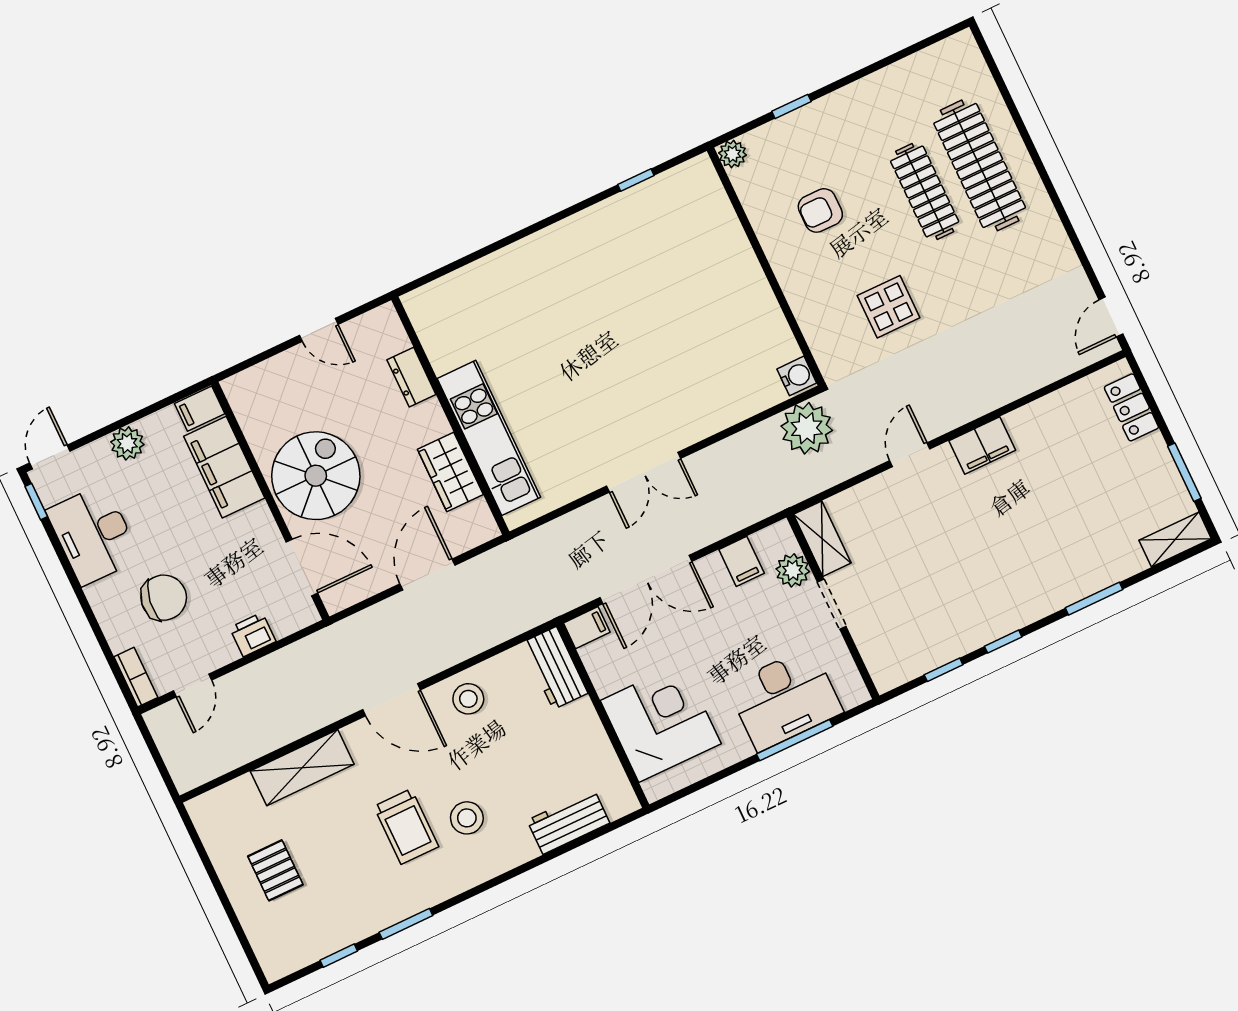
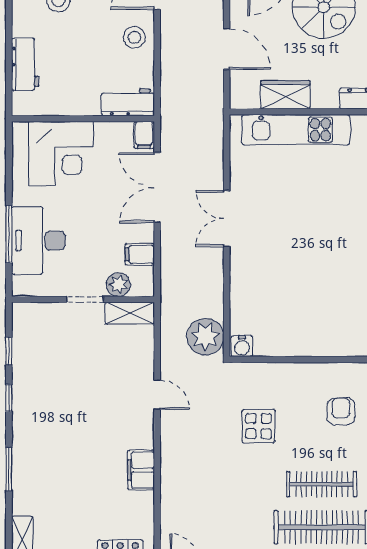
filing cabinet: (982, 446) -> (141, 470), moved

